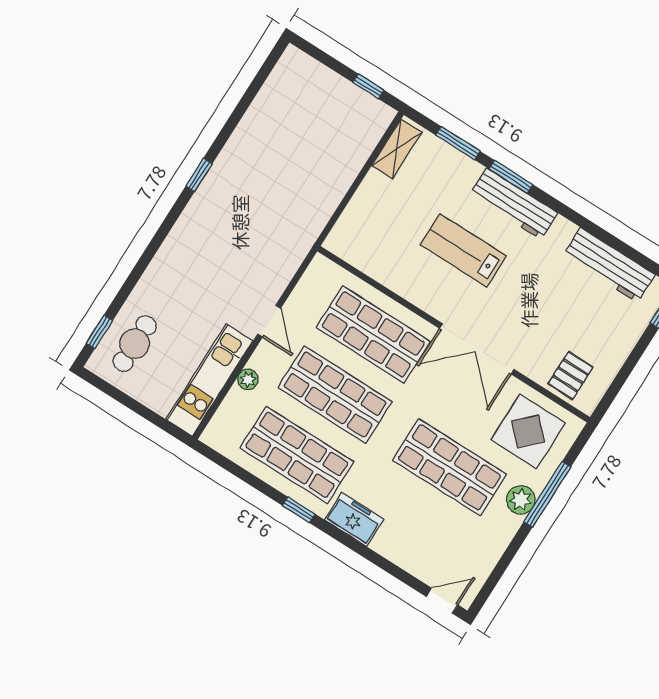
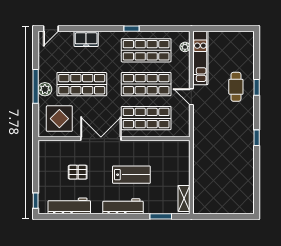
window: (368, 86) -> (211, 216), removed
window: (511, 177) -> (131, 216), removed
window: (99, 332) -> (257, 87), moved
cafe table: (135, 344) -> (236, 87), moved
pallet: (571, 375) -> (78, 172), moved, turned 90
plant: (248, 379) -> (185, 47), moved
window: (547, 494) -> (36, 86), moved
freezer: (354, 519) -> (86, 39), moved

